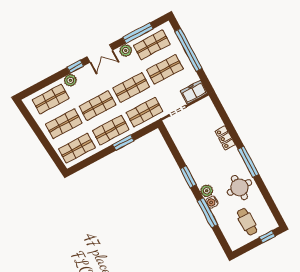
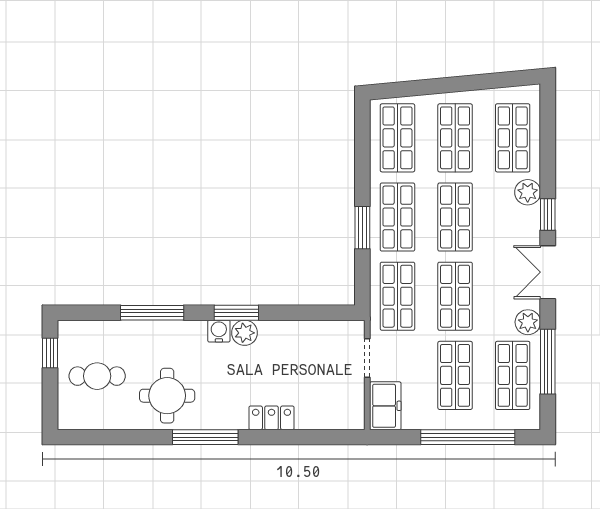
plant: (207, 191) -> (245, 333), moved
water cooler: (212, 202) -> (219, 331), moved
window: (267, 237) -> (50, 353), moved

